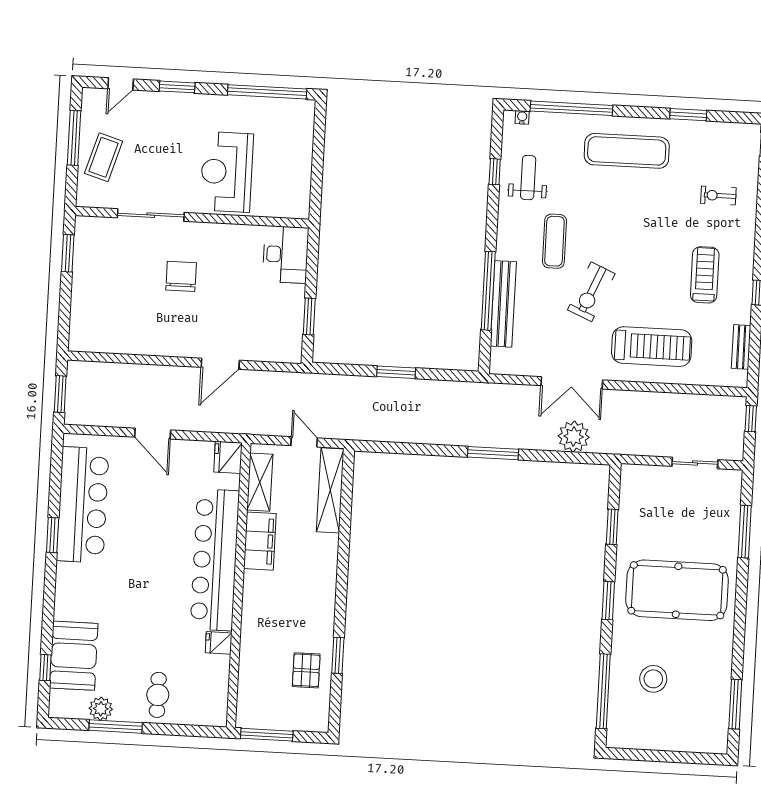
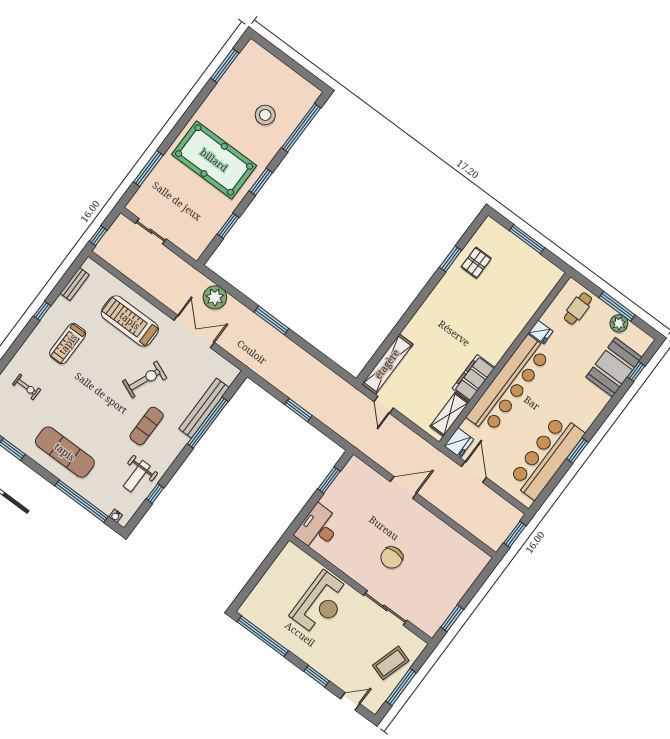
fridge: (228, 457) -> (459, 443), moved
shelving: (260, 482) -> (449, 414), moved
filing cabinet: (260, 541) -> (474, 378), moved
bar counter: (215, 560) -> (509, 385), moved
wall: (239, 585) -> (505, 359), moved
fridge: (219, 643) -> (541, 332), moved

